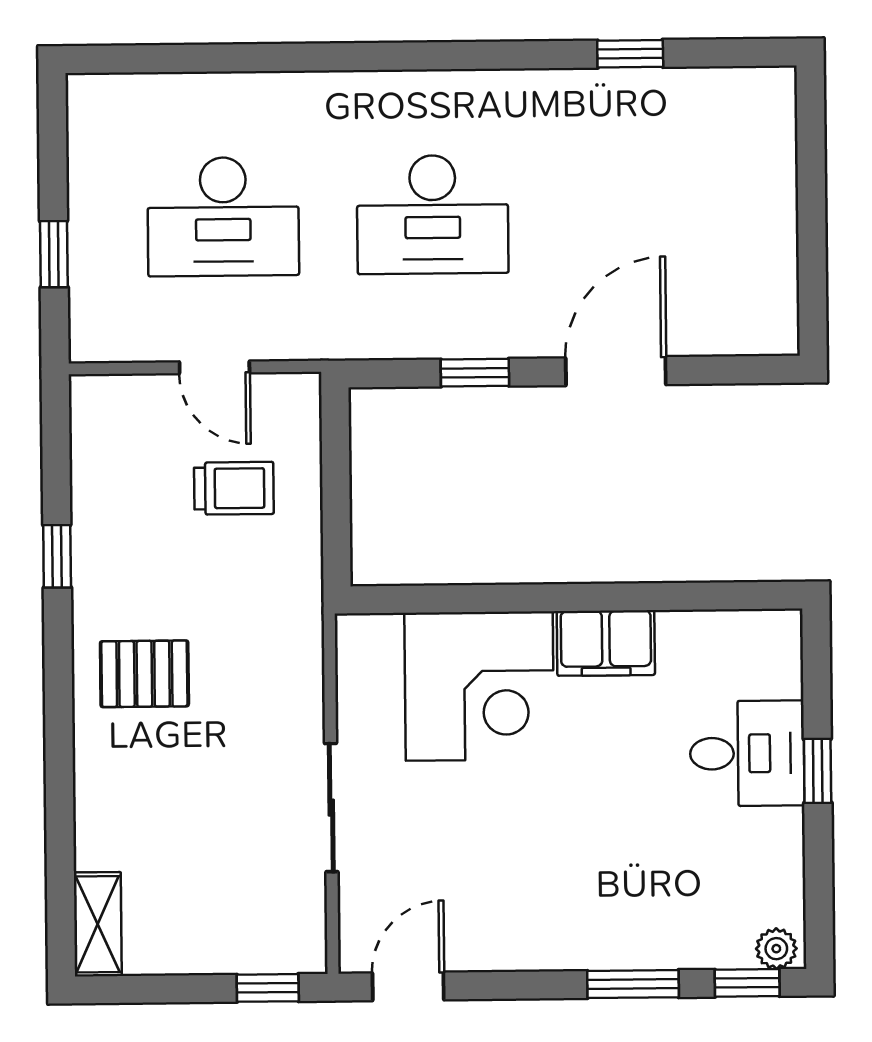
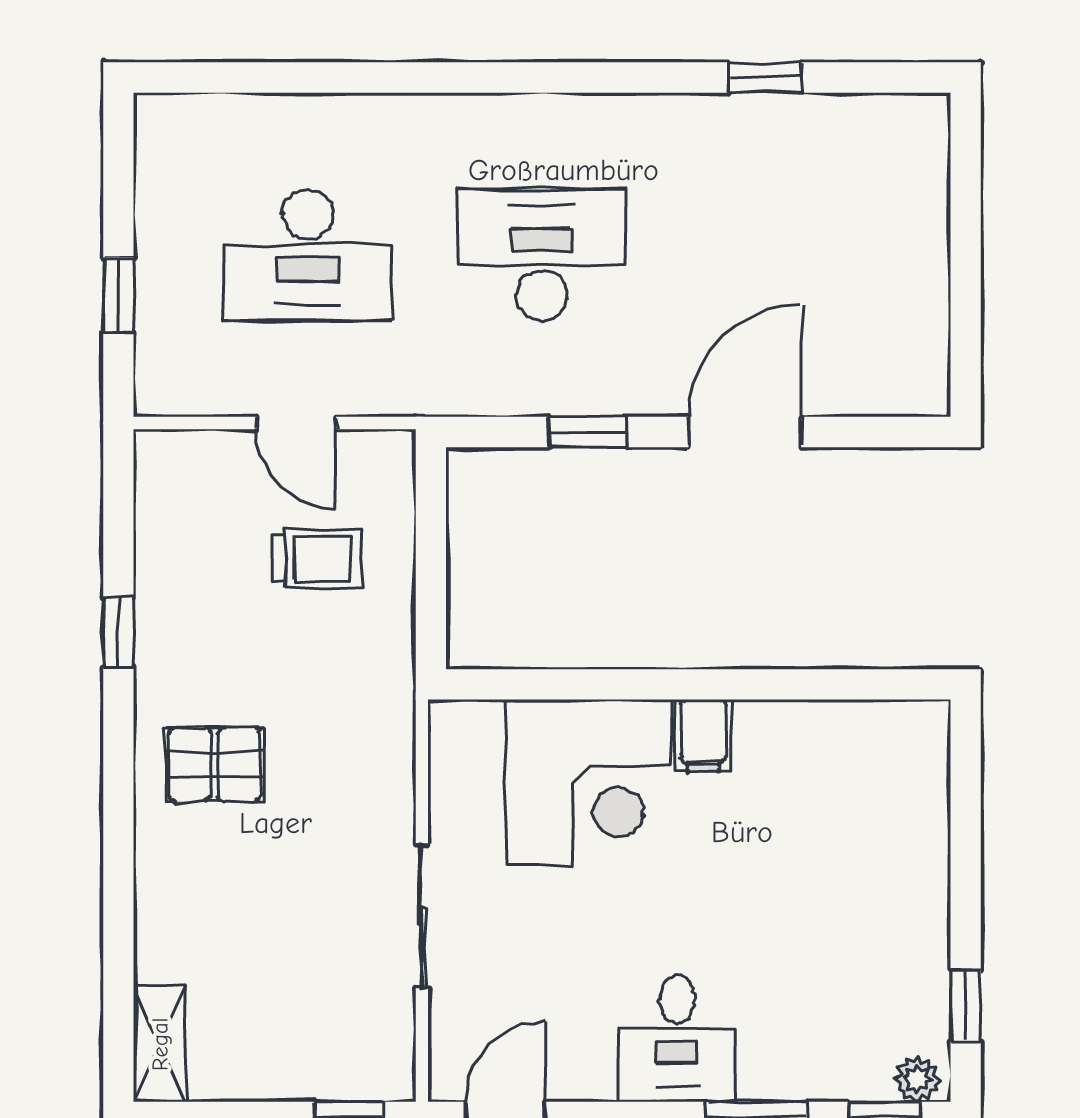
desk: (433, 214) -> (542, 255), turned 180
filing cabinet: (606, 643) -> (703, 736), width x0.50
desk: (747, 753) -> (677, 1039), moved, turned 90
window: (818, 771) -> (966, 1006), moved

